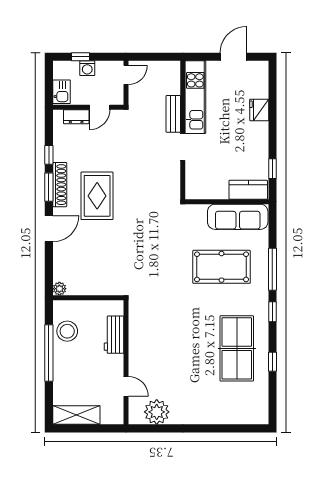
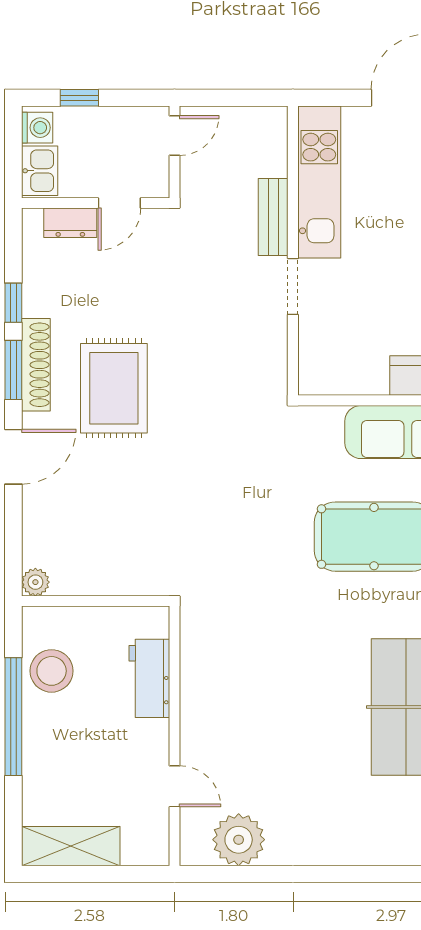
washing machine: (87, 68) -> (37, 128), moved, turned -90

